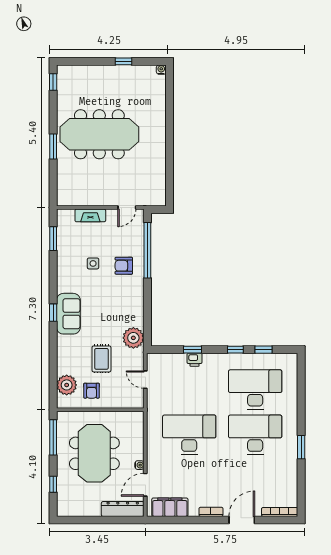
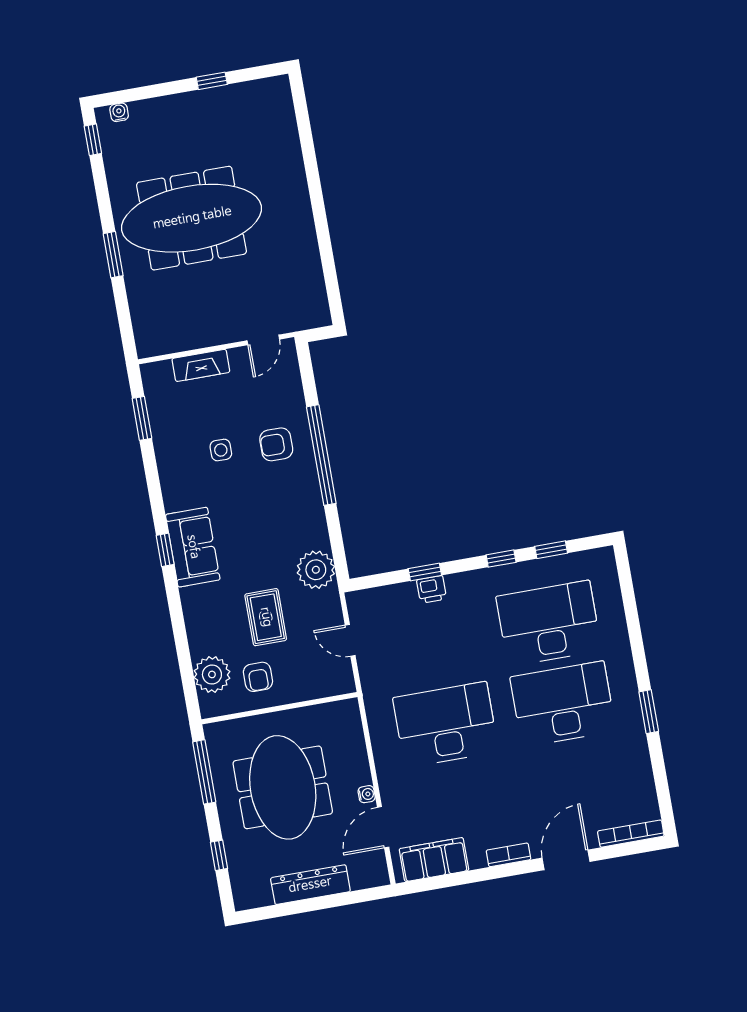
water cooler: (161, 70) -> (119, 112), moved
window: (147, 250) -> (321, 455), moved
dresser: (123, 509) -> (310, 885), moved

